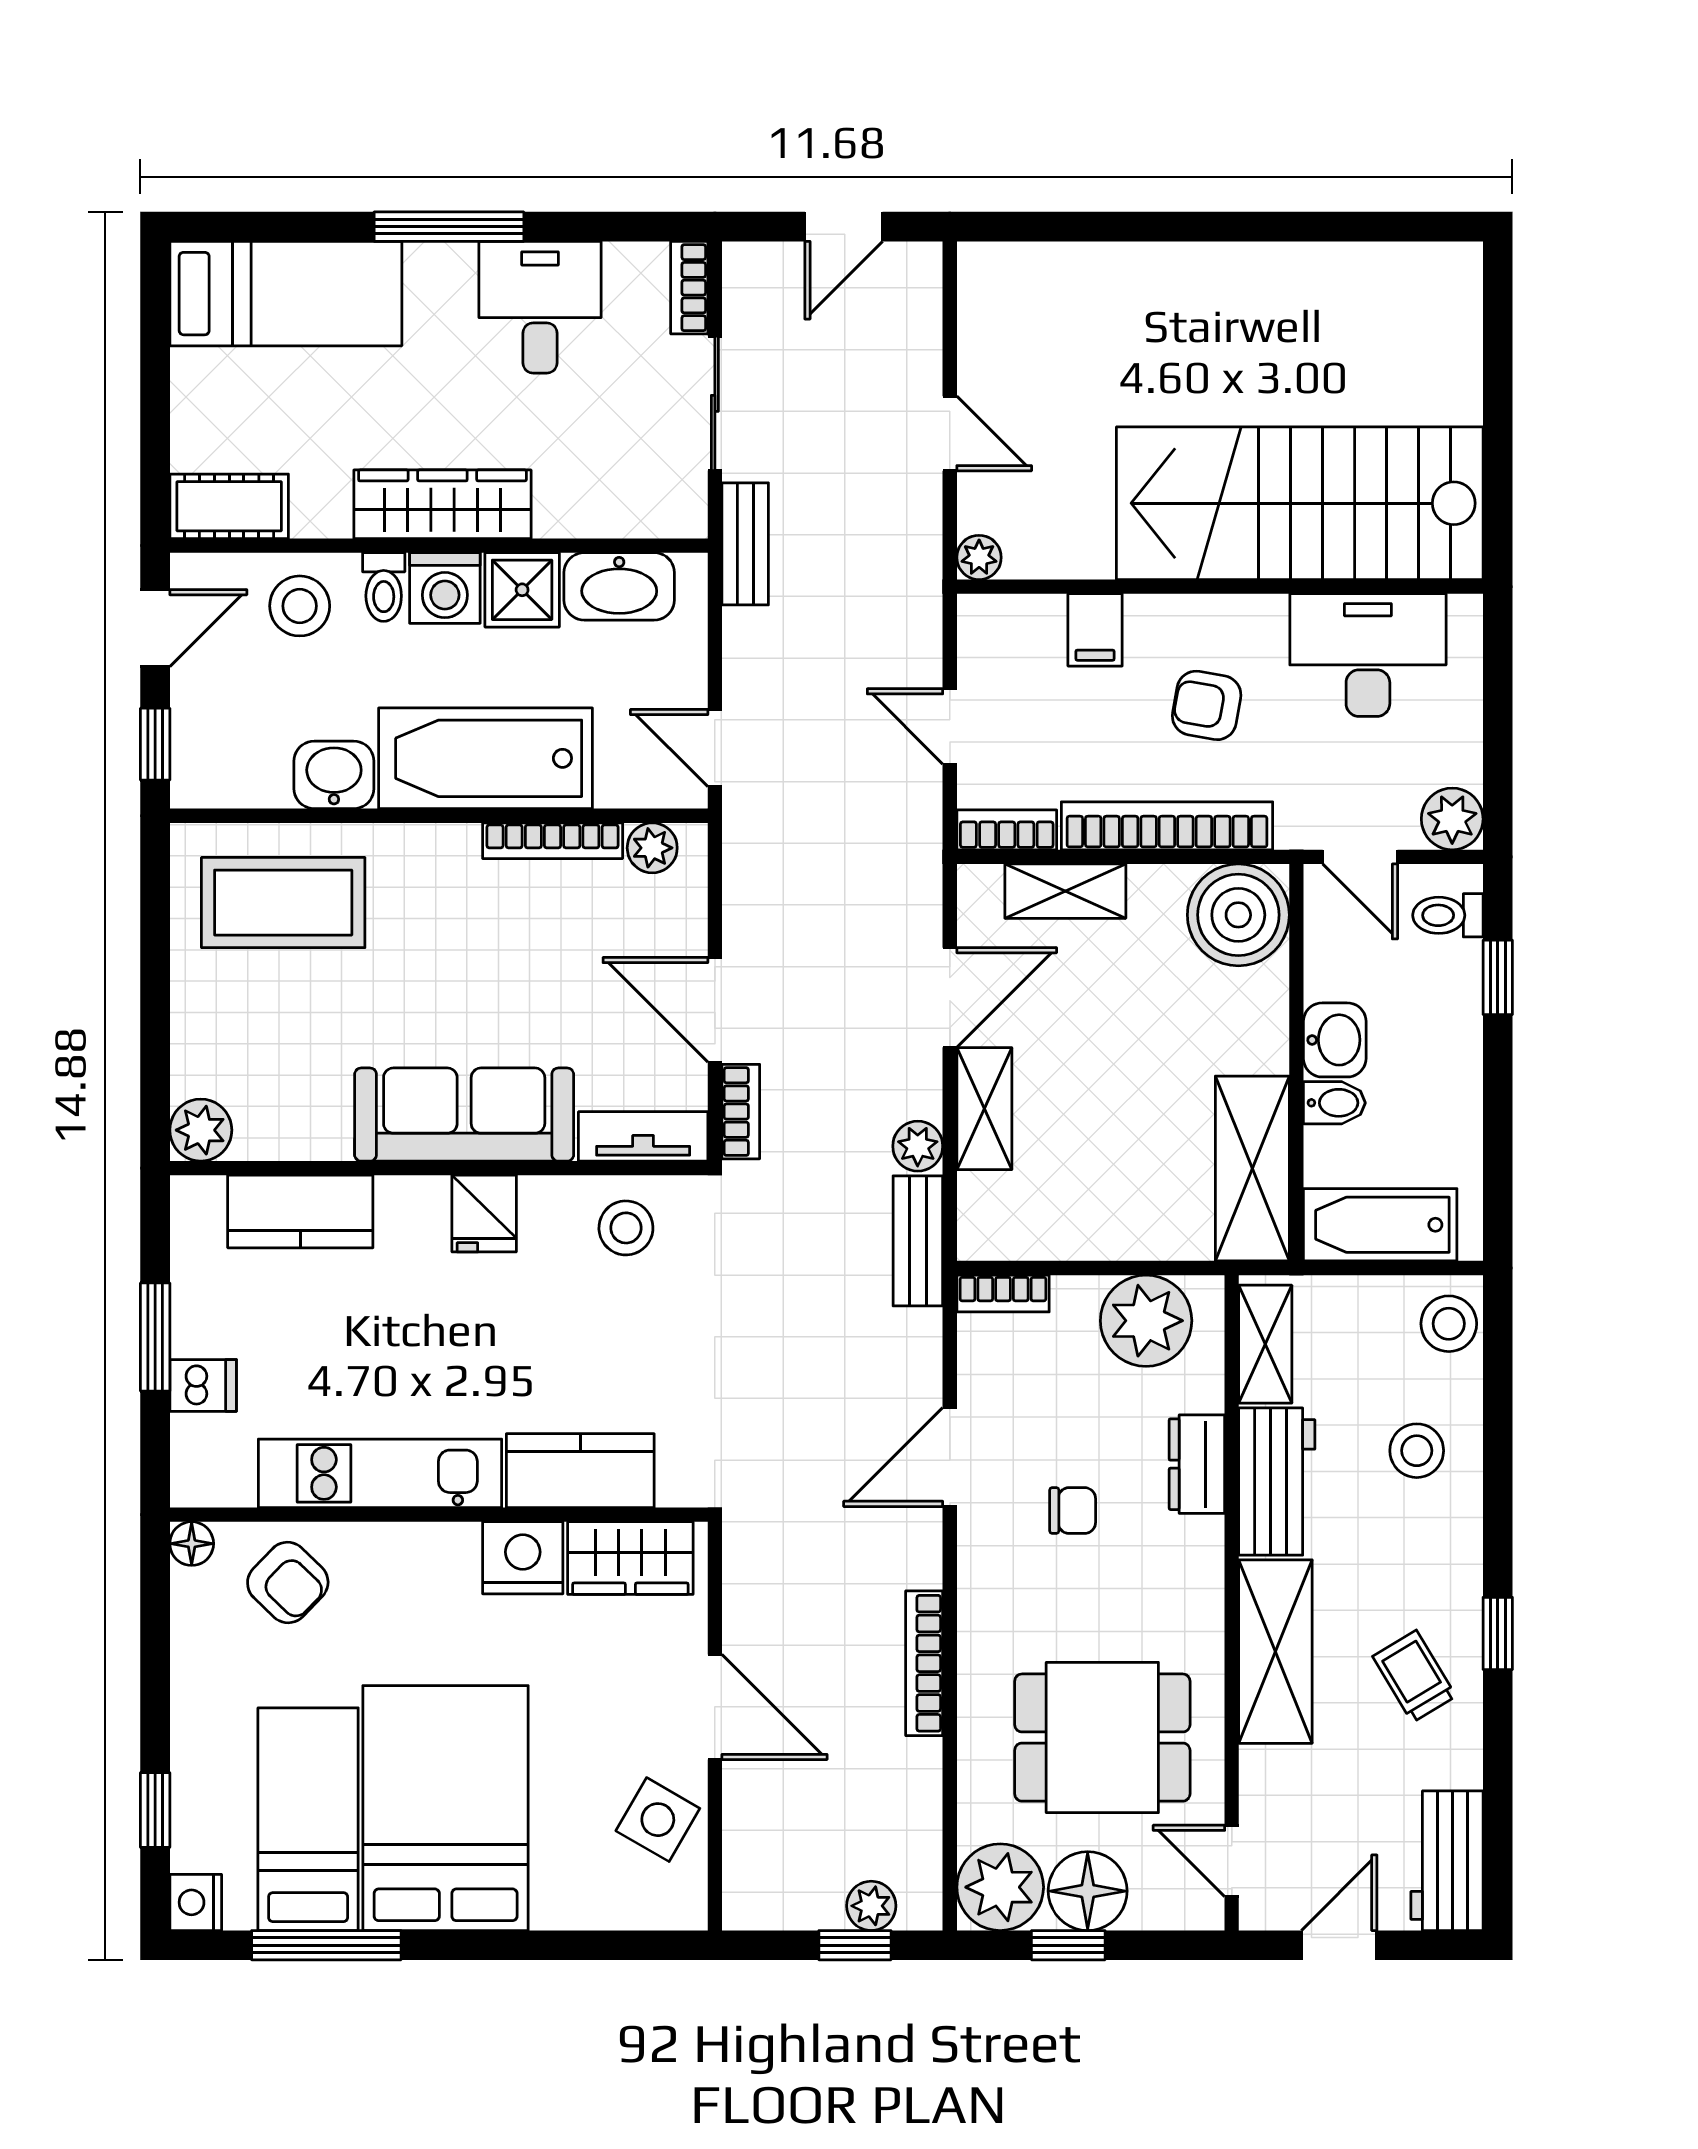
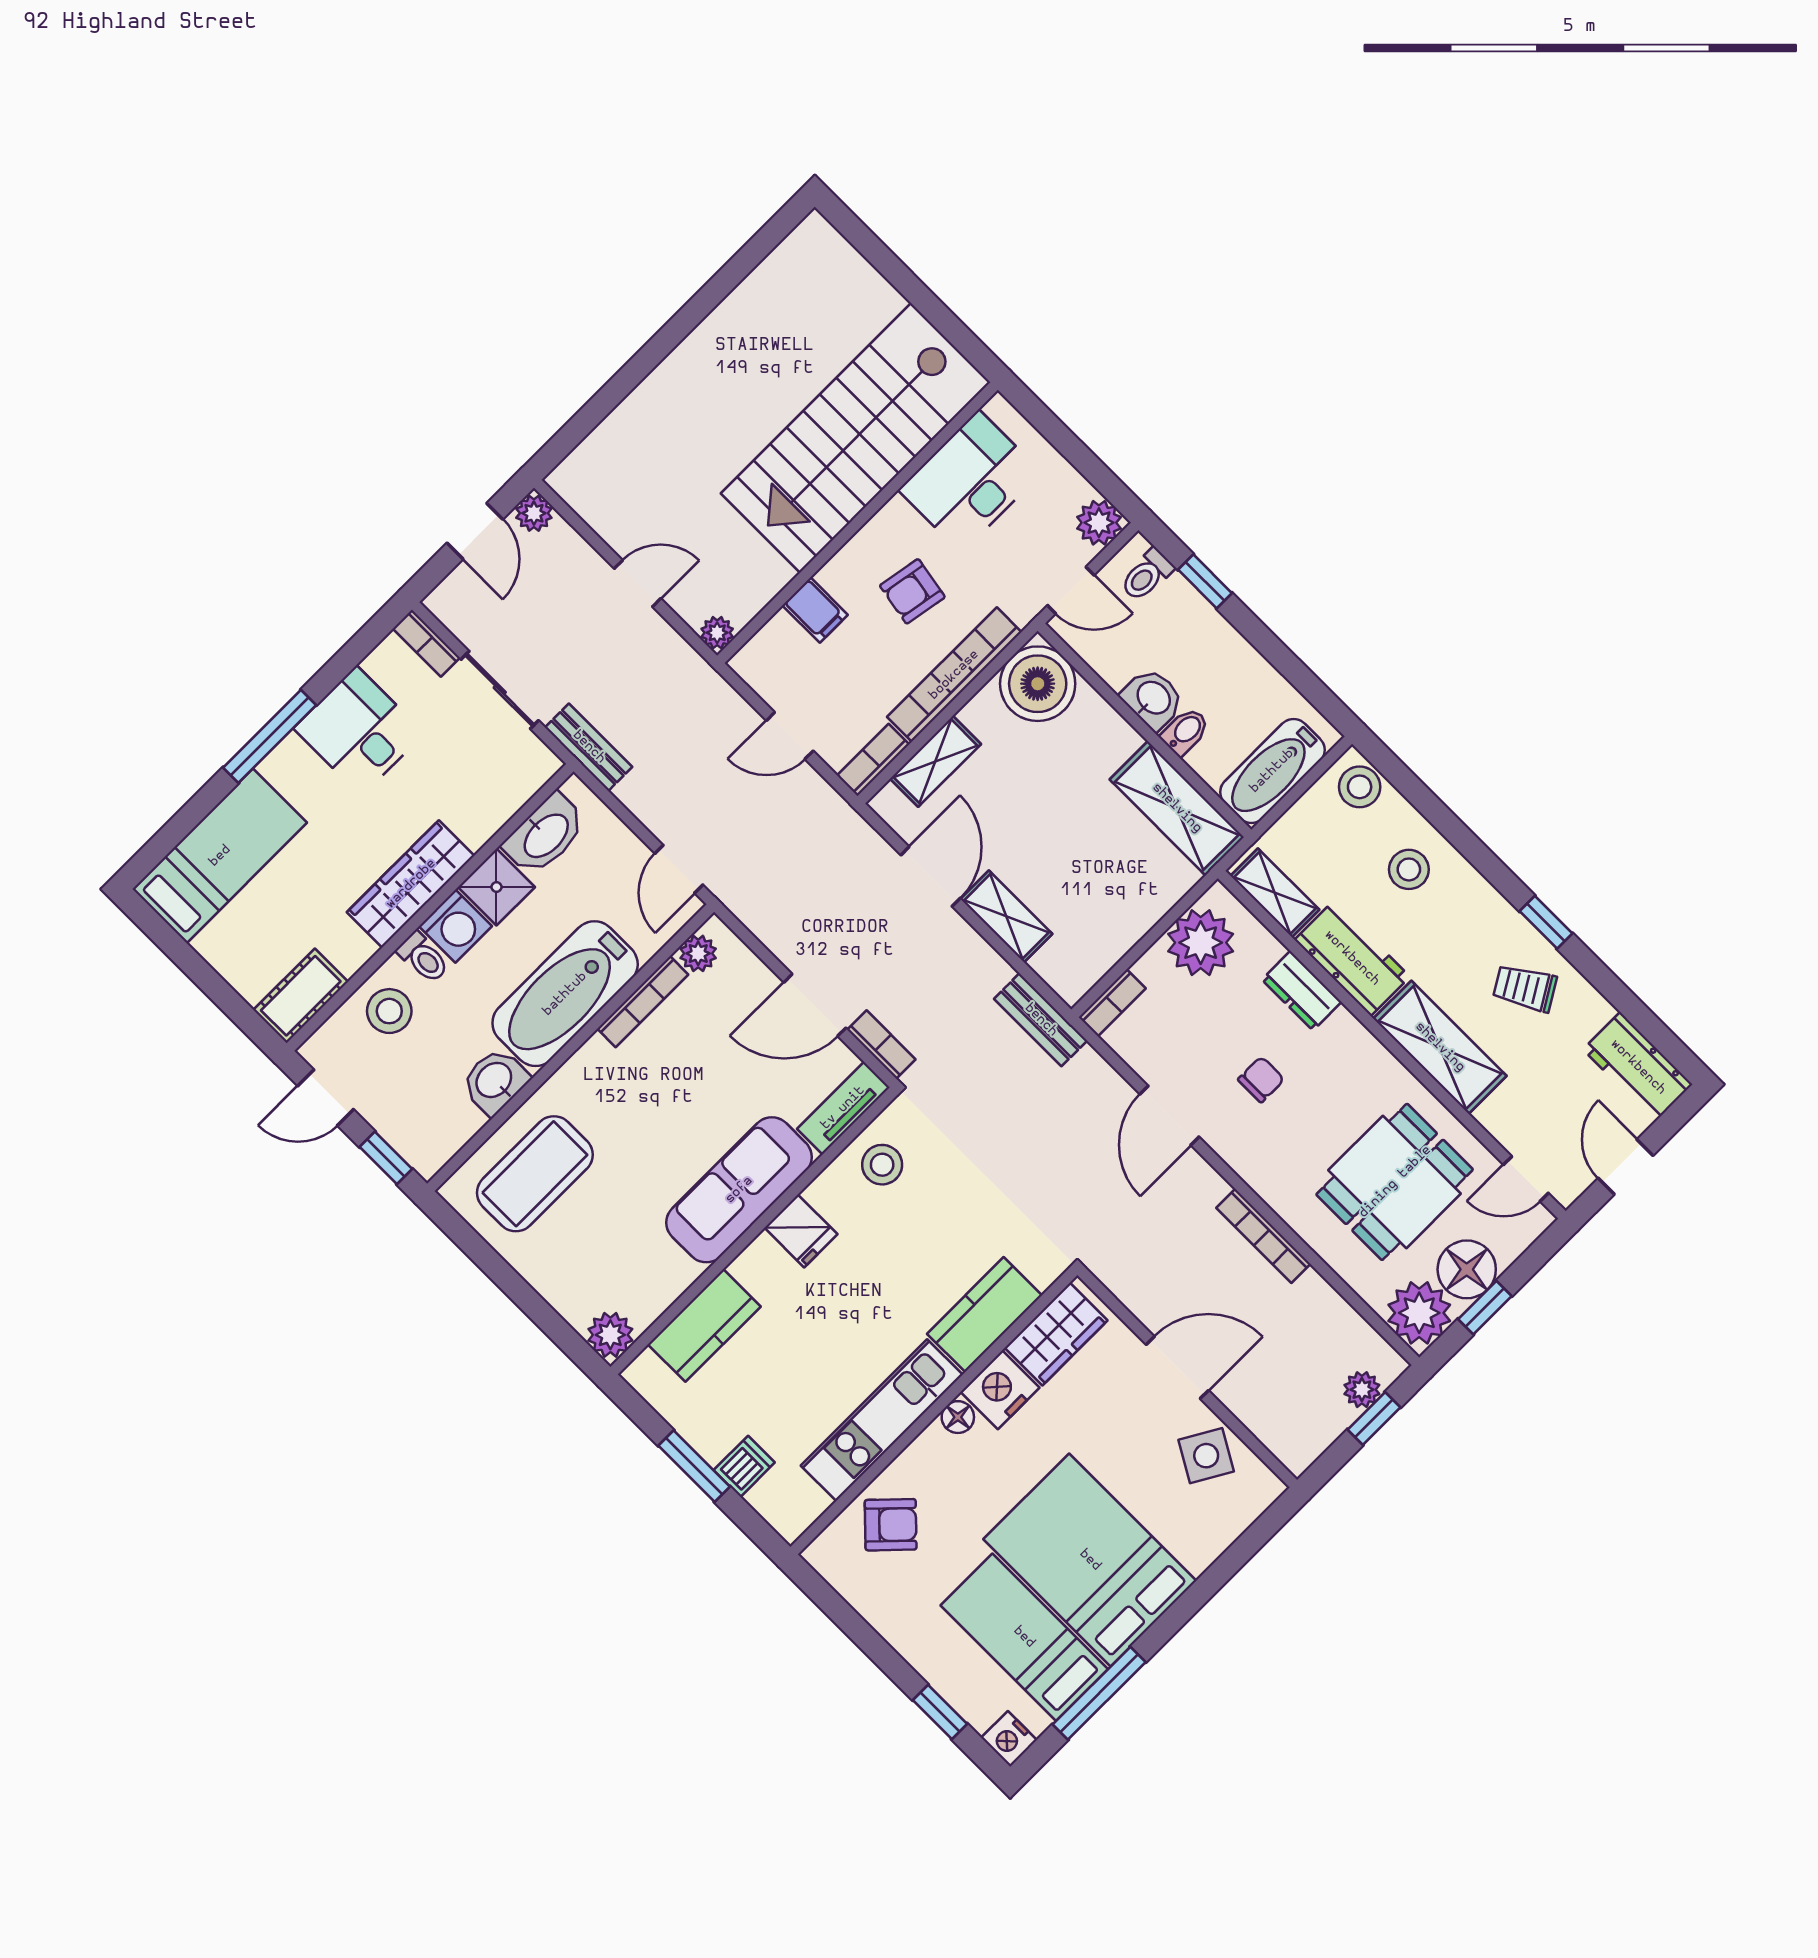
door: (155, 628) -> (326, 1098), swing flipped
door: (715, 748) -> (679, 869), hinge flipped
plant: (918, 1146) -> (534, 513), moved
floor lamp: (192, 1544) -> (958, 1417), moved

